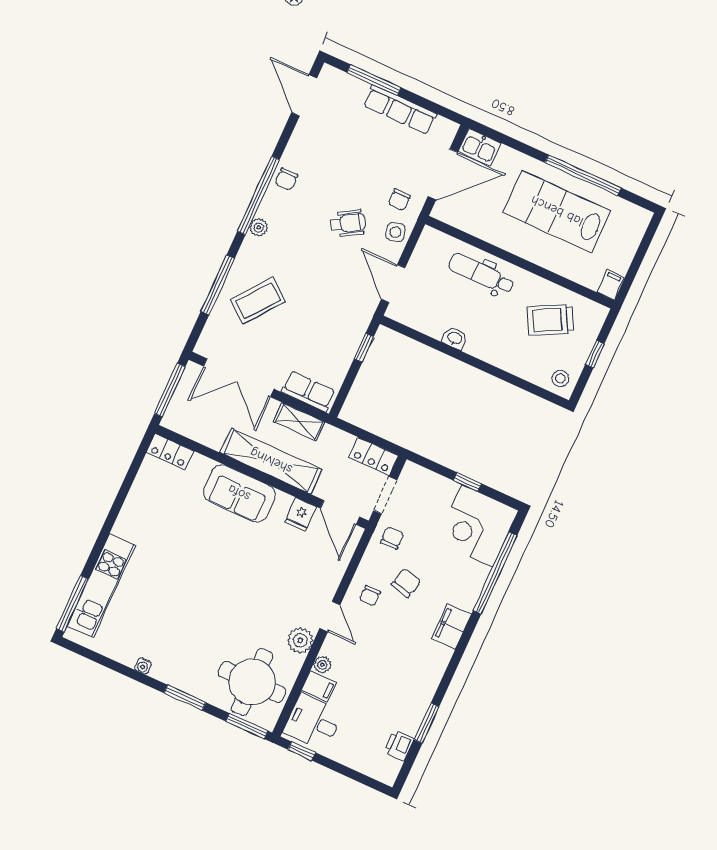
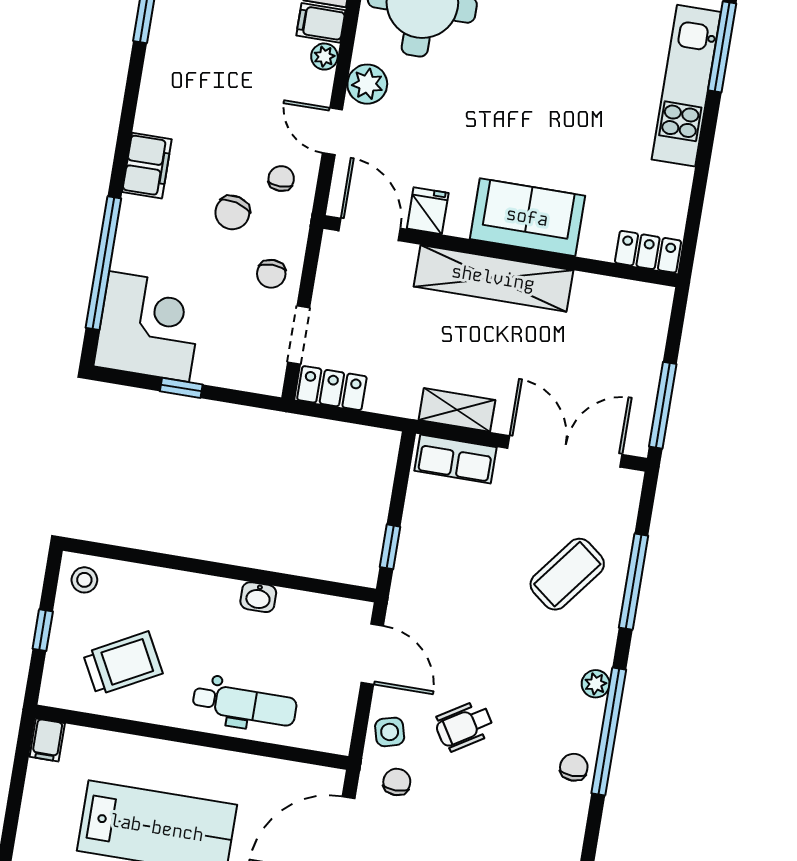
locker: (170, 452) -> (648, 252), moved
shelving: (271, 461) -> (493, 278), moved
wall: (262, 477) -> (500, 251), moved
sofa: (239, 493) -> (527, 217), moved
door: (340, 512) -> (370, 229), moved
fridge: (301, 514) -> (428, 211), moved

